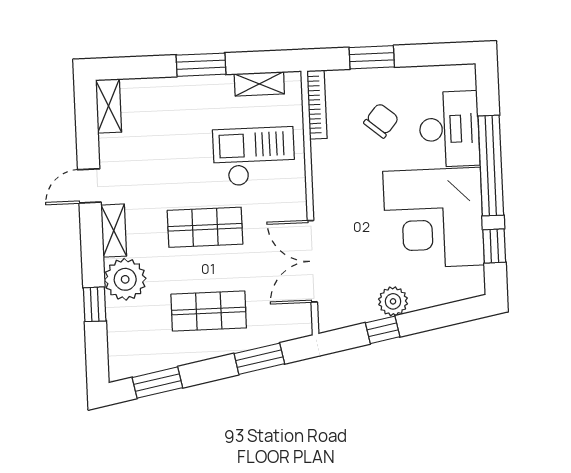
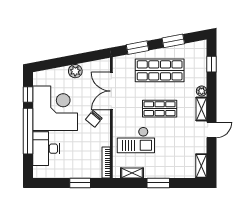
chair: (381, 121) -> (94, 119), moved
double door: (312, 261) -> (111, 91), swing flipped
plant: (125, 279) -> (202, 91), width x0.53, depth x0.53
window: (95, 304) -> (212, 64), moved
shop shelf: (209, 311) -> (160, 70), width x1.43, depth x1.36
window: (383, 330) -> (81, 58), removed
window: (157, 383) -> (173, 41), moved

